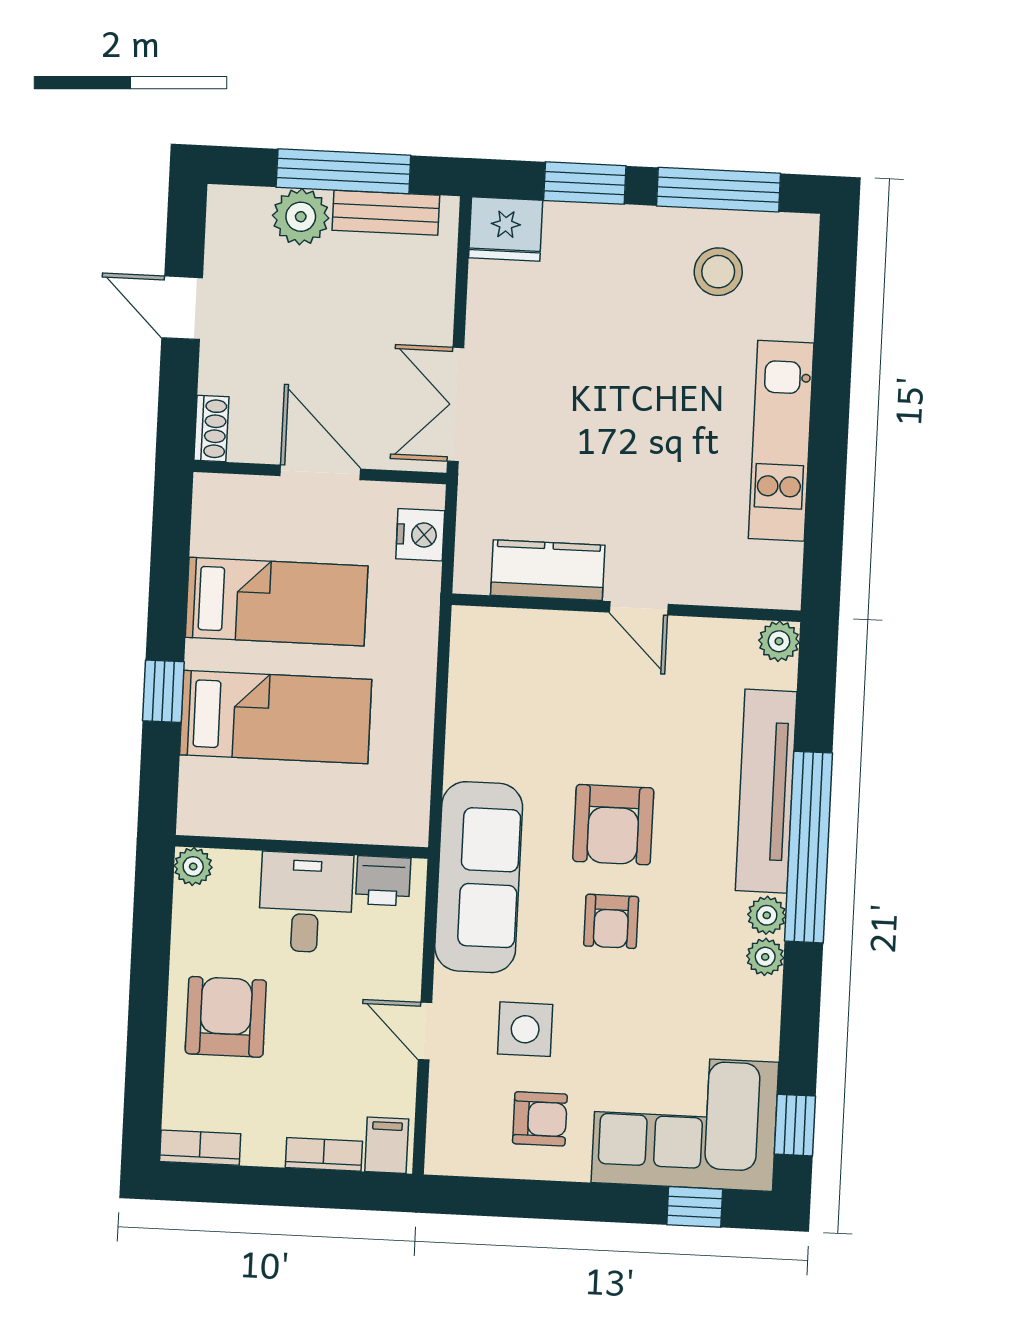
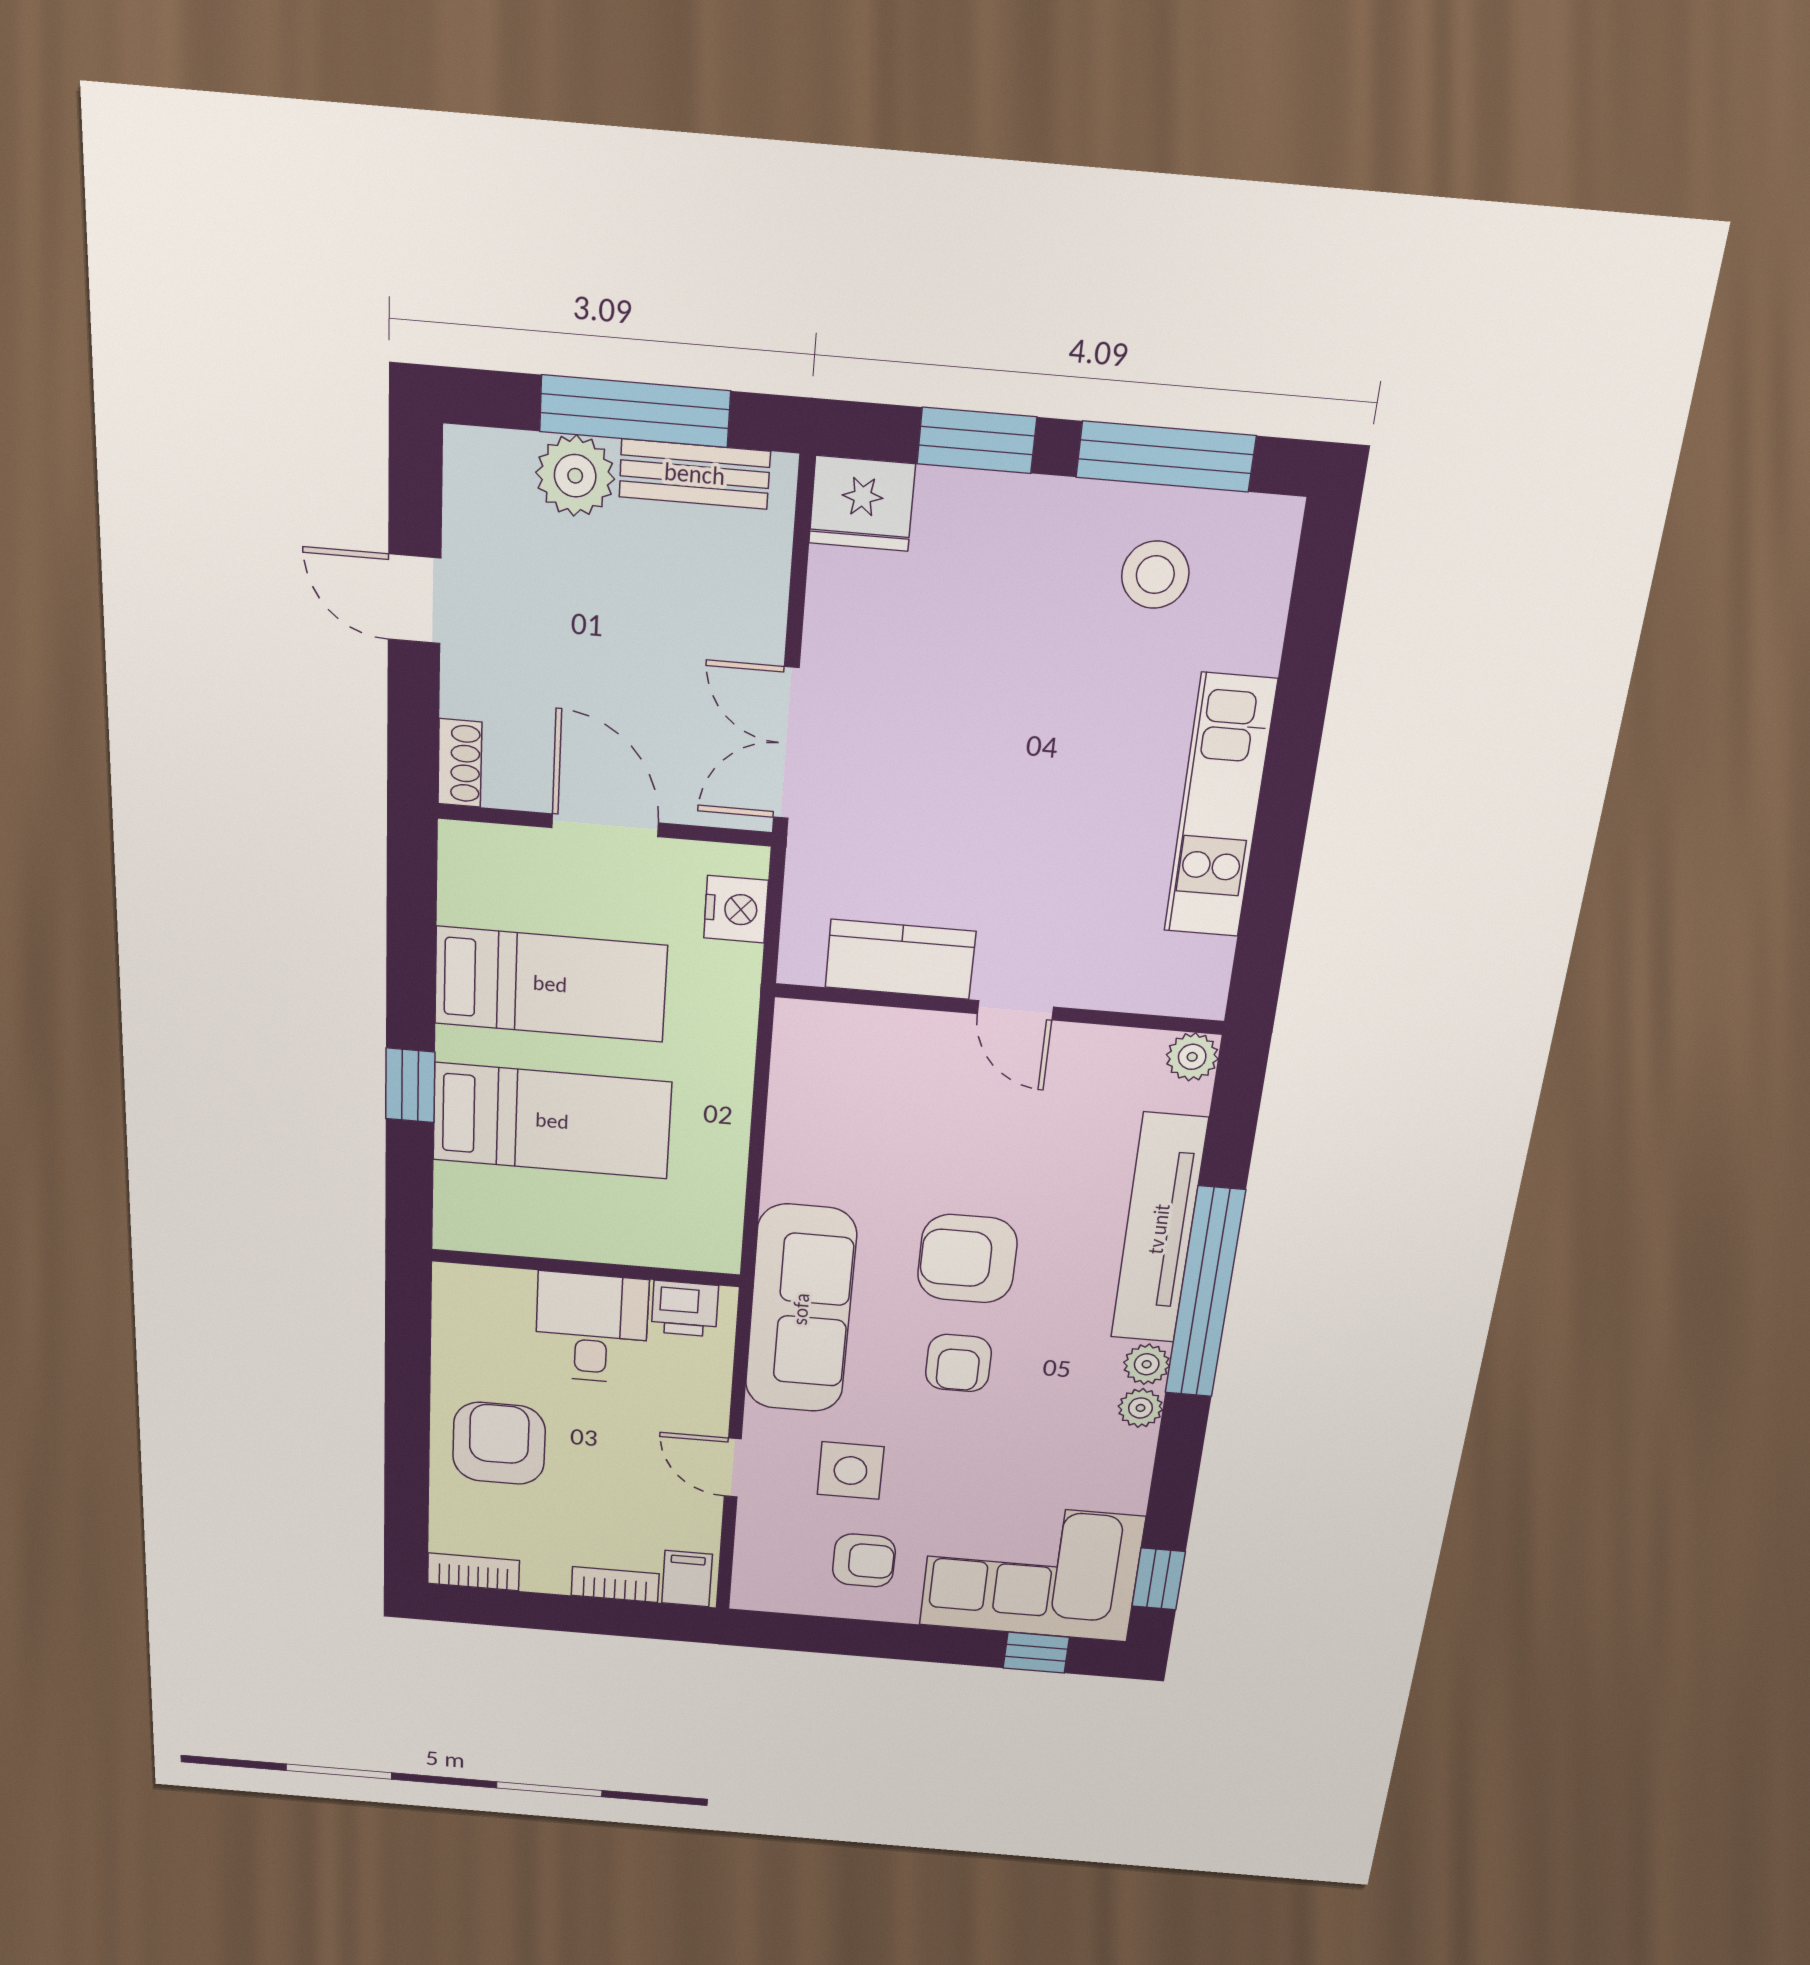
armchair: (613, 825) -> (967, 1259), turned 90
plant: (193, 866) -> (455, 1284), removed

